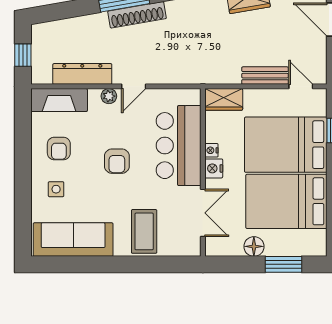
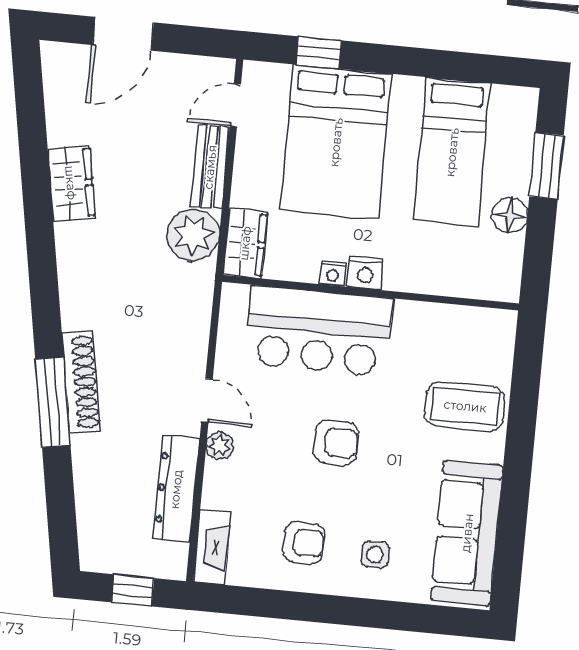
plant: (226, 70) -> (193, 235), added
fireplace: (59, 100) -> (212, 547), width x0.73, depth x0.76
bed: (286, 201) -> (452, 152), width x0.67
double door: (203, 213) -> (442, 299), removed

